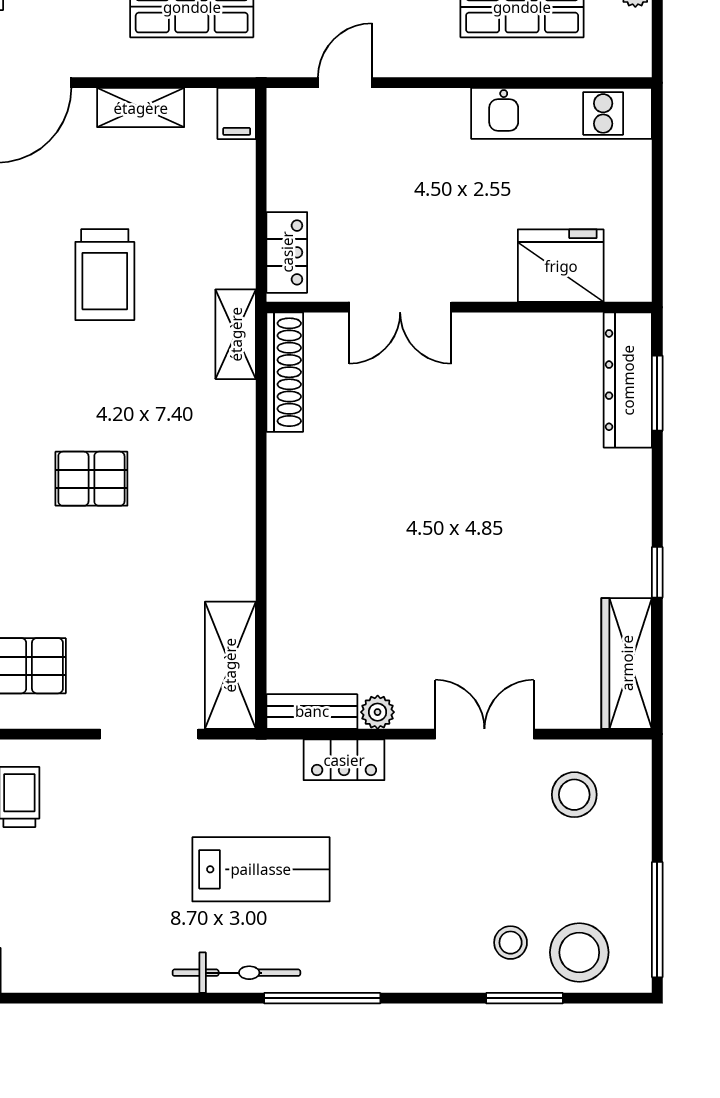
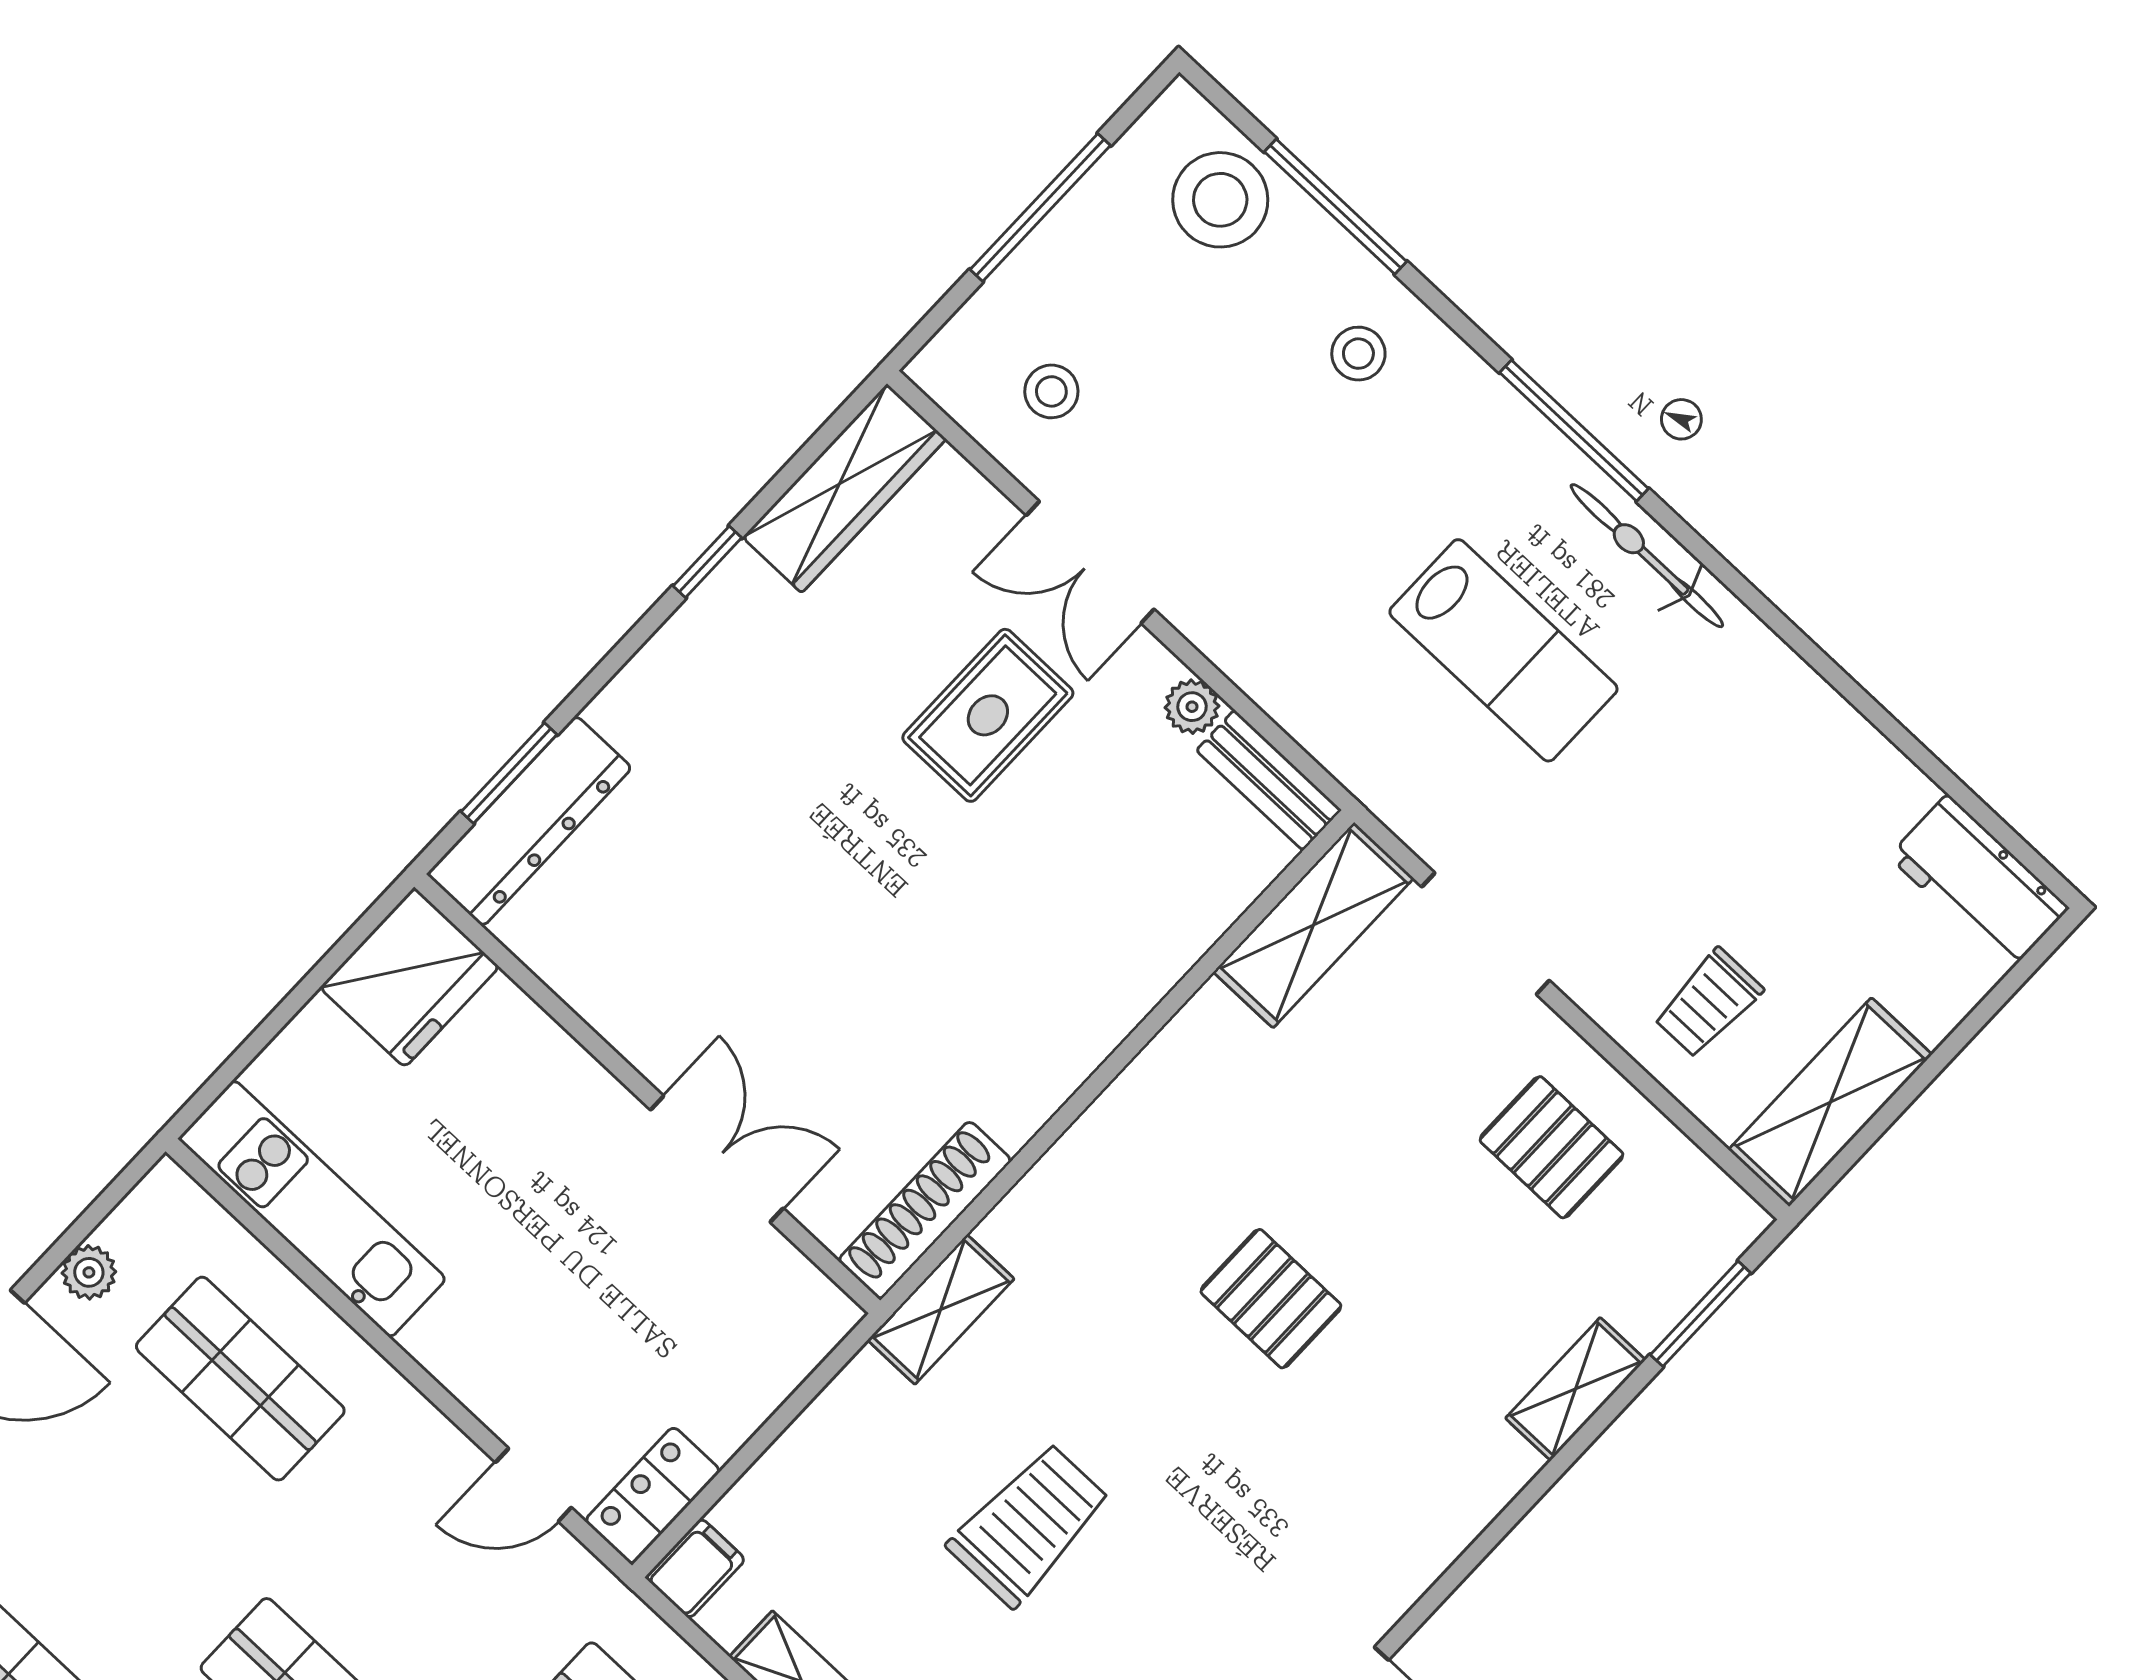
locker: (287, 252) -> (653, 1495), moved
fridge: (561, 266) -> (410, 977), moved, turned -90
rug: (466, 622) -> (988, 715), added
locker: (344, 760) -> (1284, 688), removed
stool: (574, 795) -> (1051, 391), width x0.73, depth x0.73
lab bench: (261, 869) -> (1503, 650), turned 180
window: (657, 920) -> (1040, 207), moved
stool: (511, 943) -> (1358, 354), moved
window: (524, 998) -> (1335, 207), width x1.44

